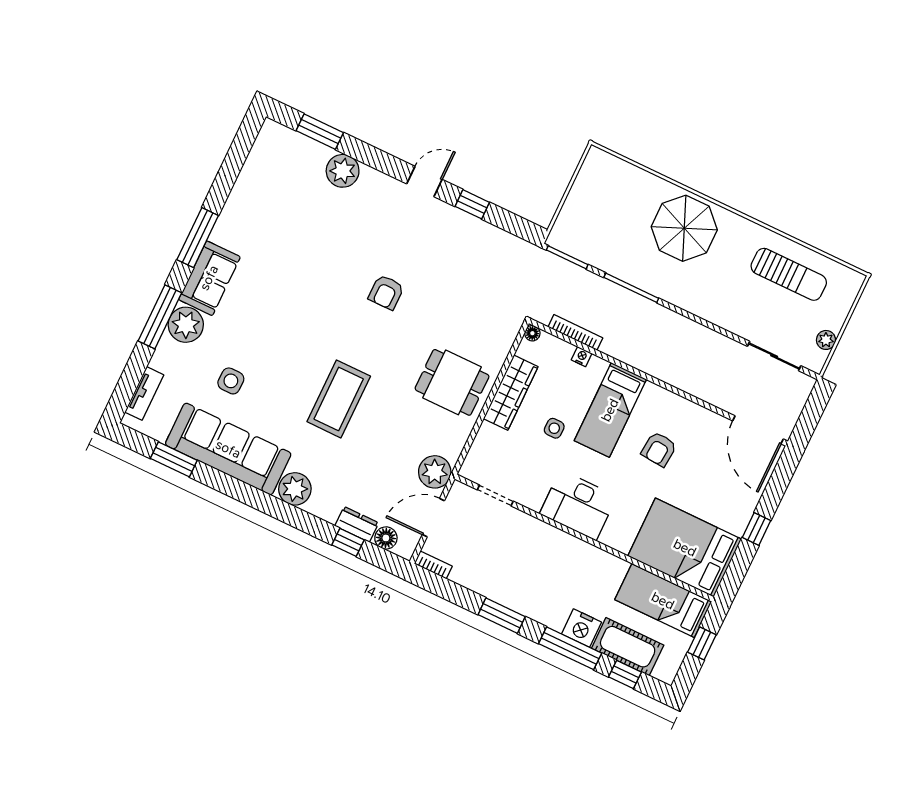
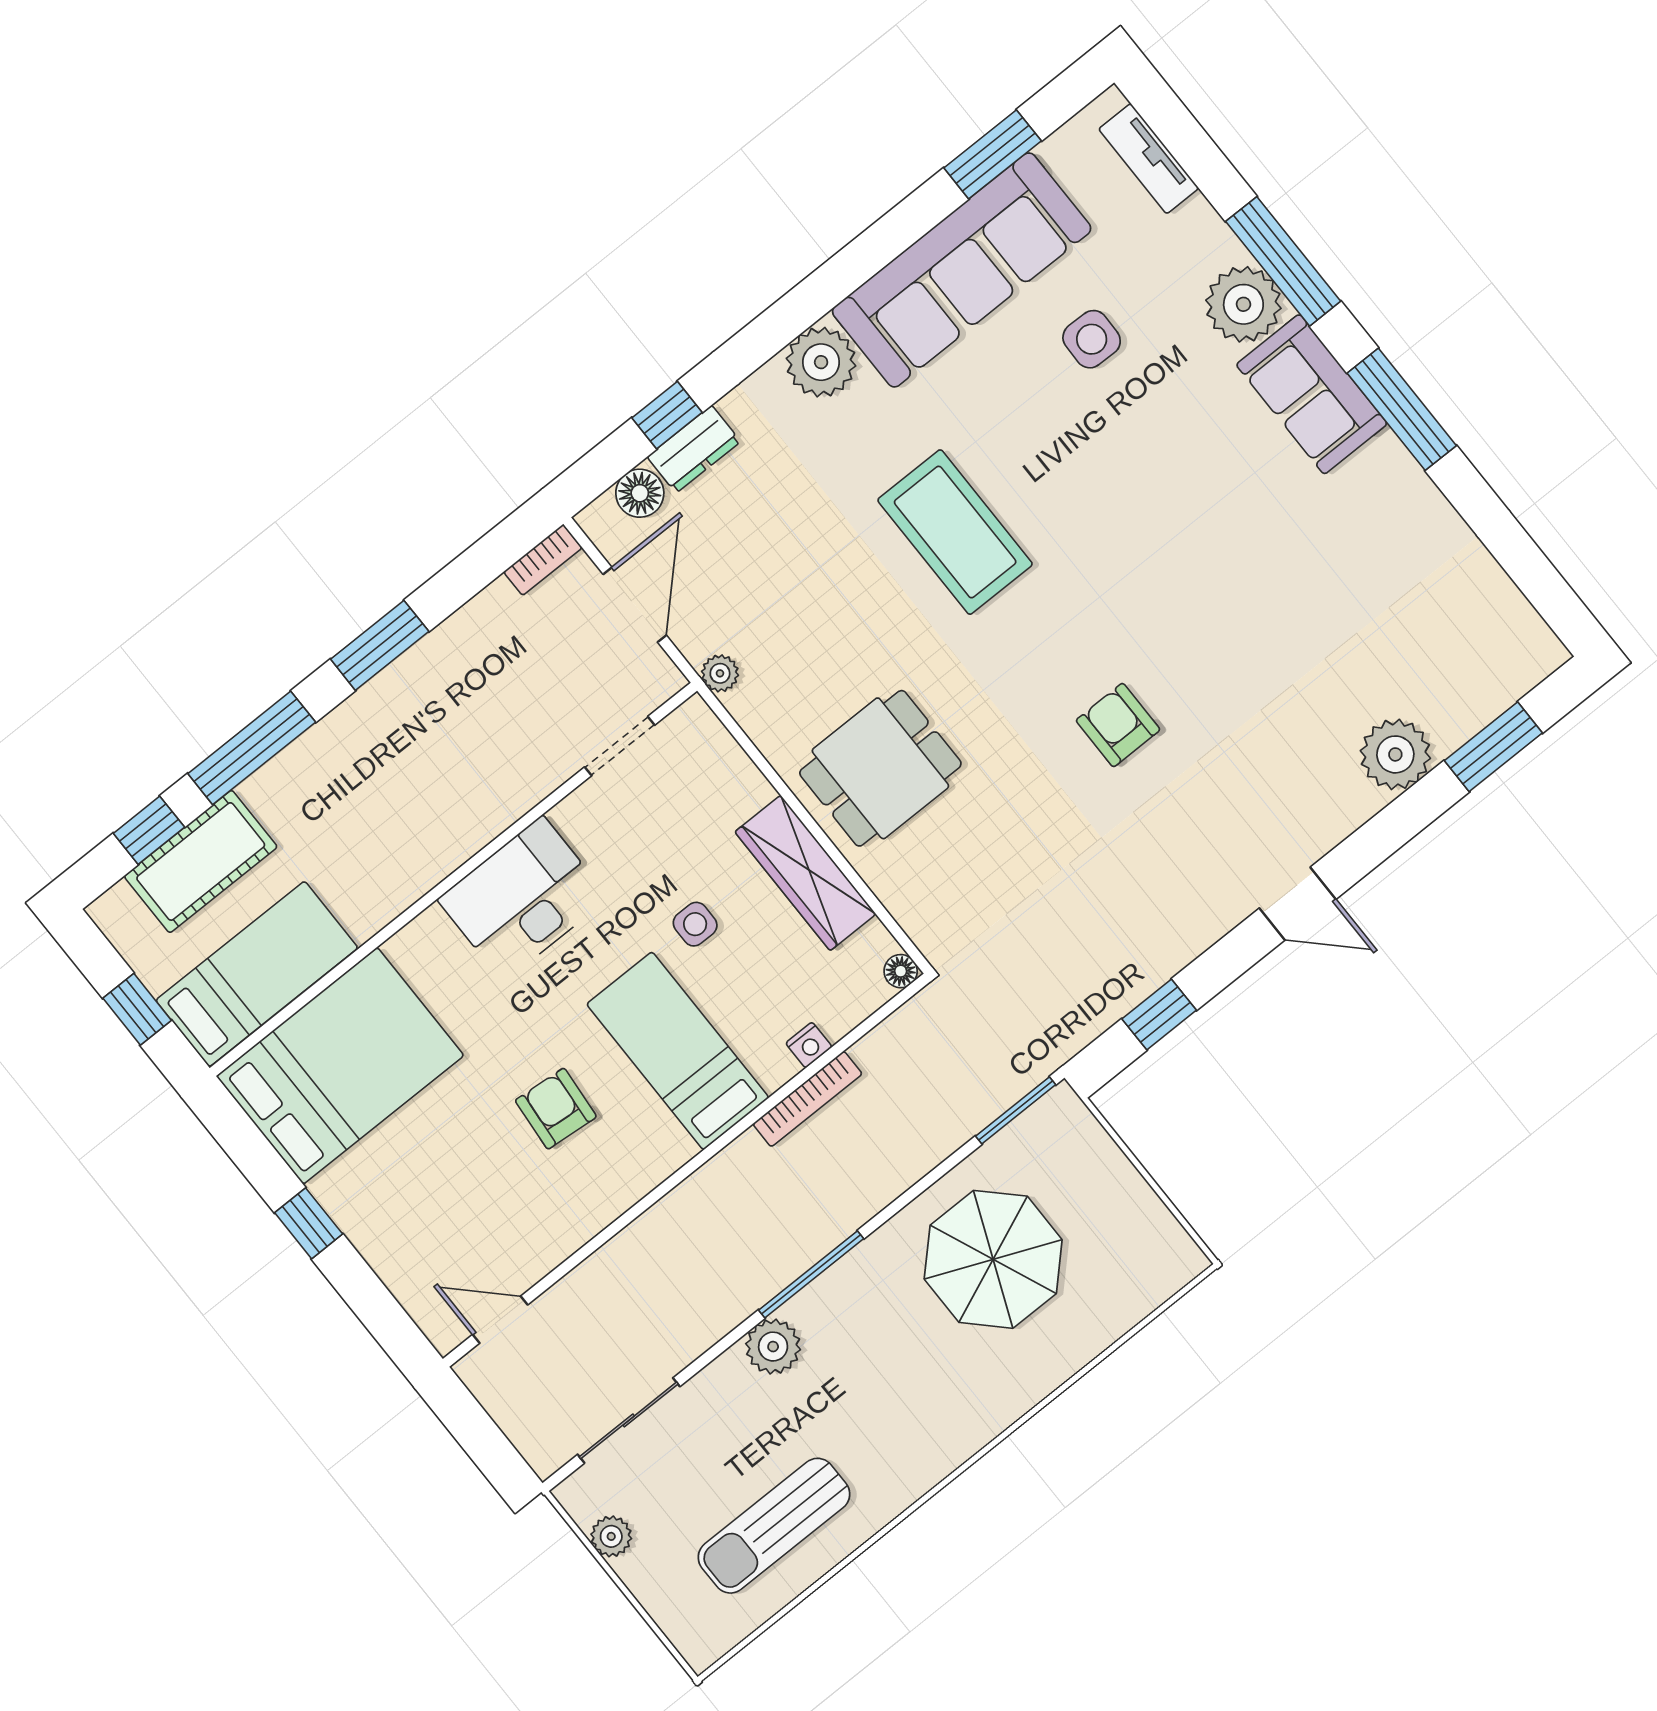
door: (424, 182) -> (1298, 904), hinge flipped
window: (472, 204) -> (1159, 1015), moved
parasol: (684, 228) -> (993, 1259), moved
window: (631, 288) -> (811, 1274), moved
plant: (714, 311) -> (773, 1347), added
bookcase: (575, 332) -> (808, 1099), moved
door: (758, 430) -> (500, 1320), width x0.53
plant: (435, 472) -> (720, 673), width x0.53, depth x0.53
nightstand: (582, 628) -> (280, 789), removed

